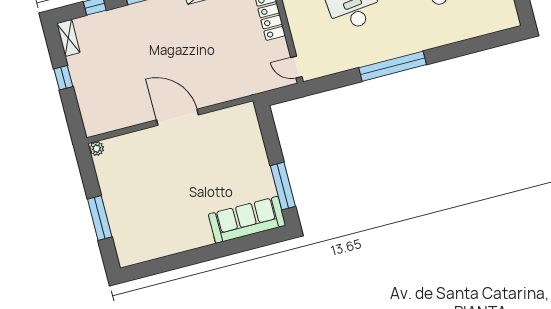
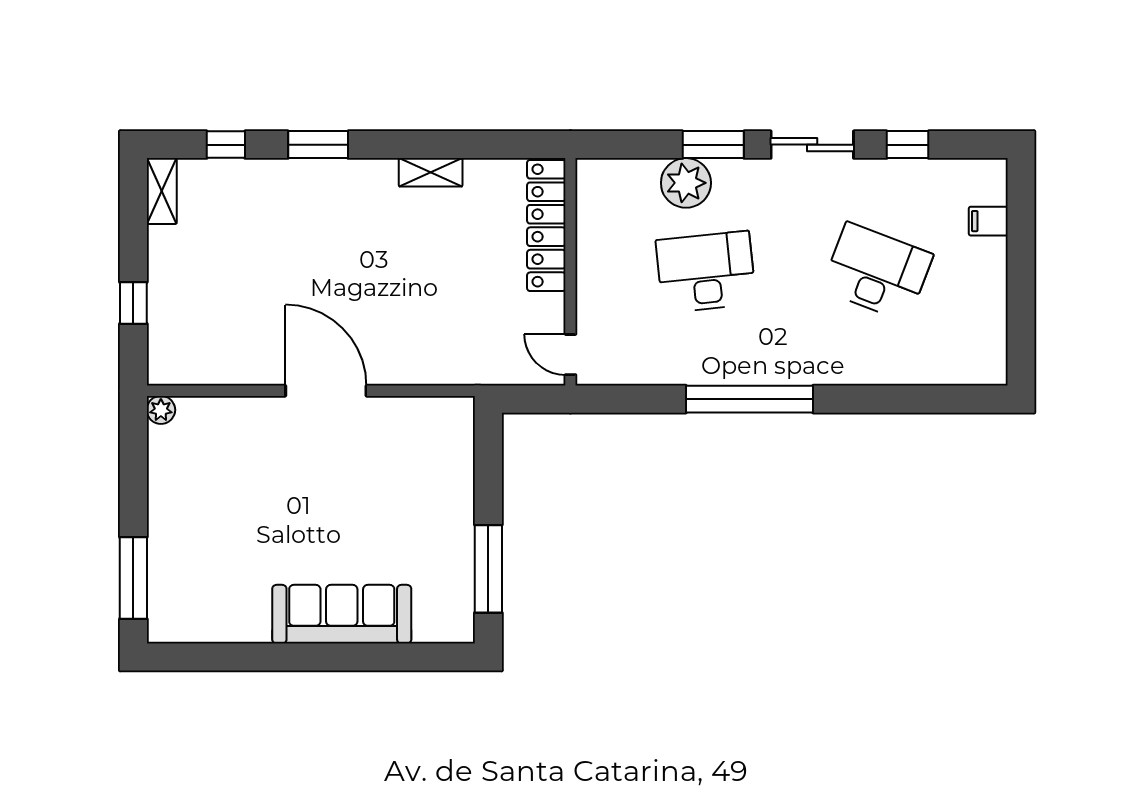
window: (63, 78) -> (133, 303), moved
window: (100, 218) -> (133, 578), moved
sofa: (247, 220) -> (342, 614), moved

